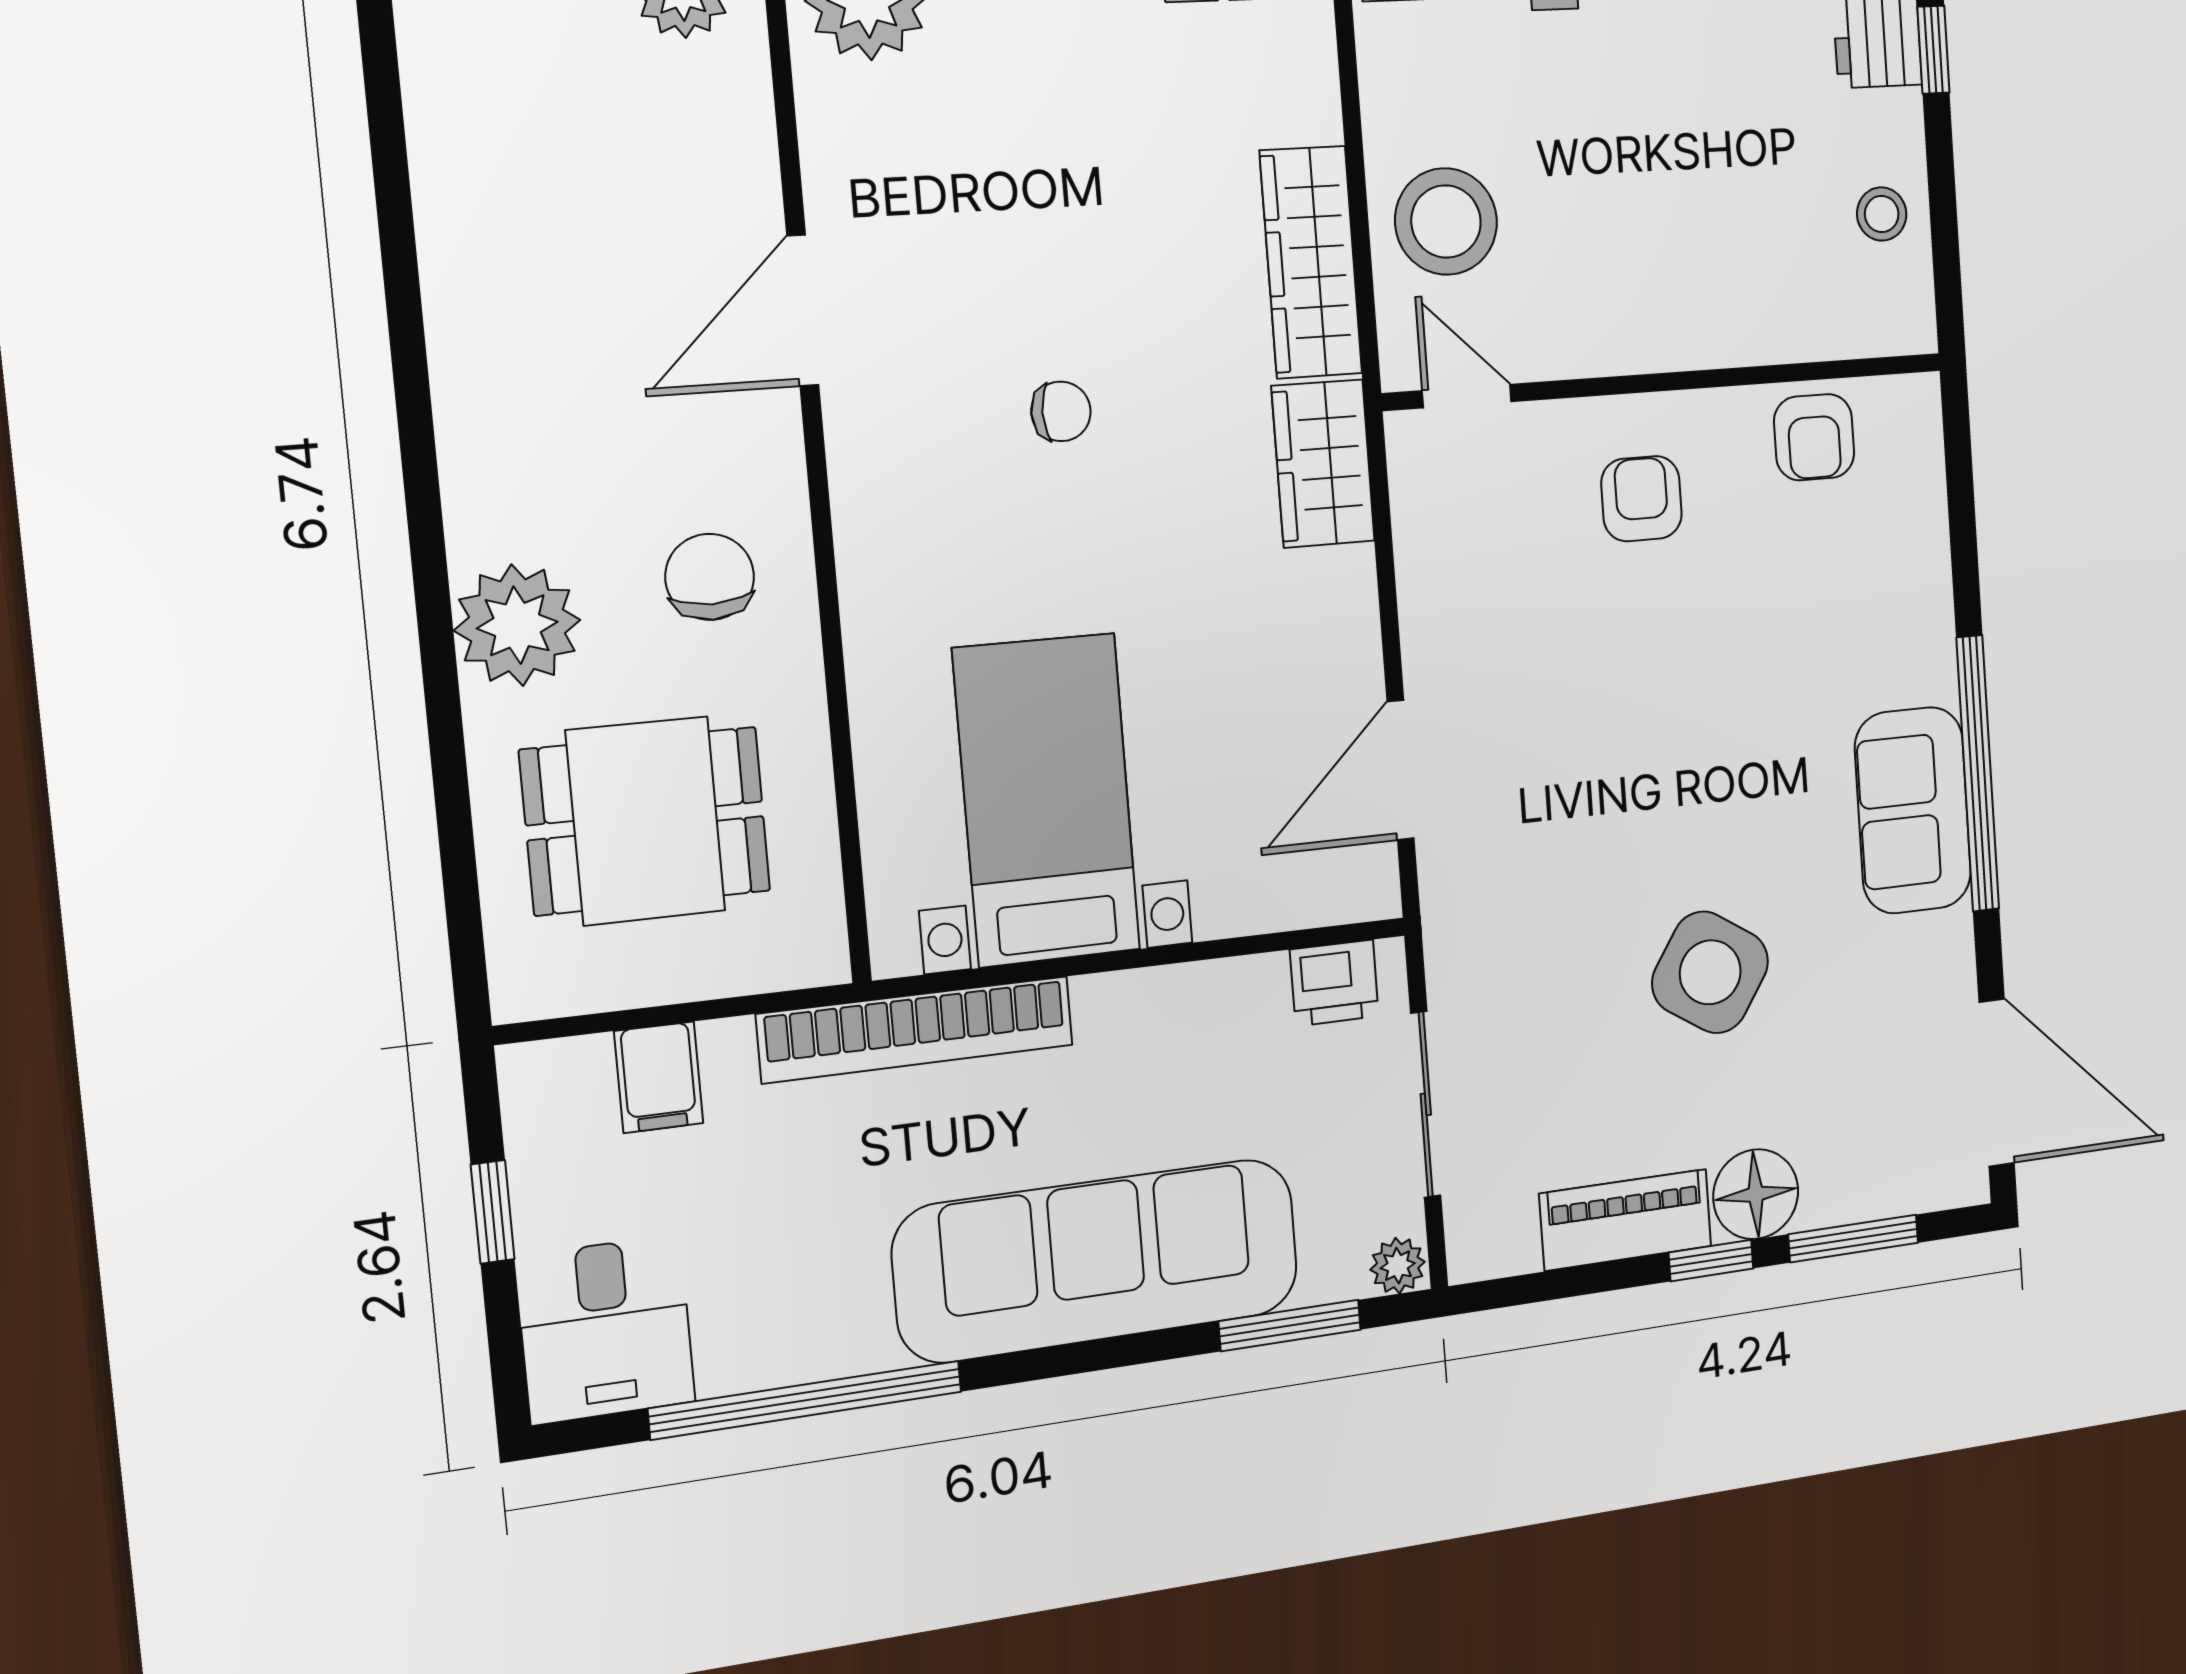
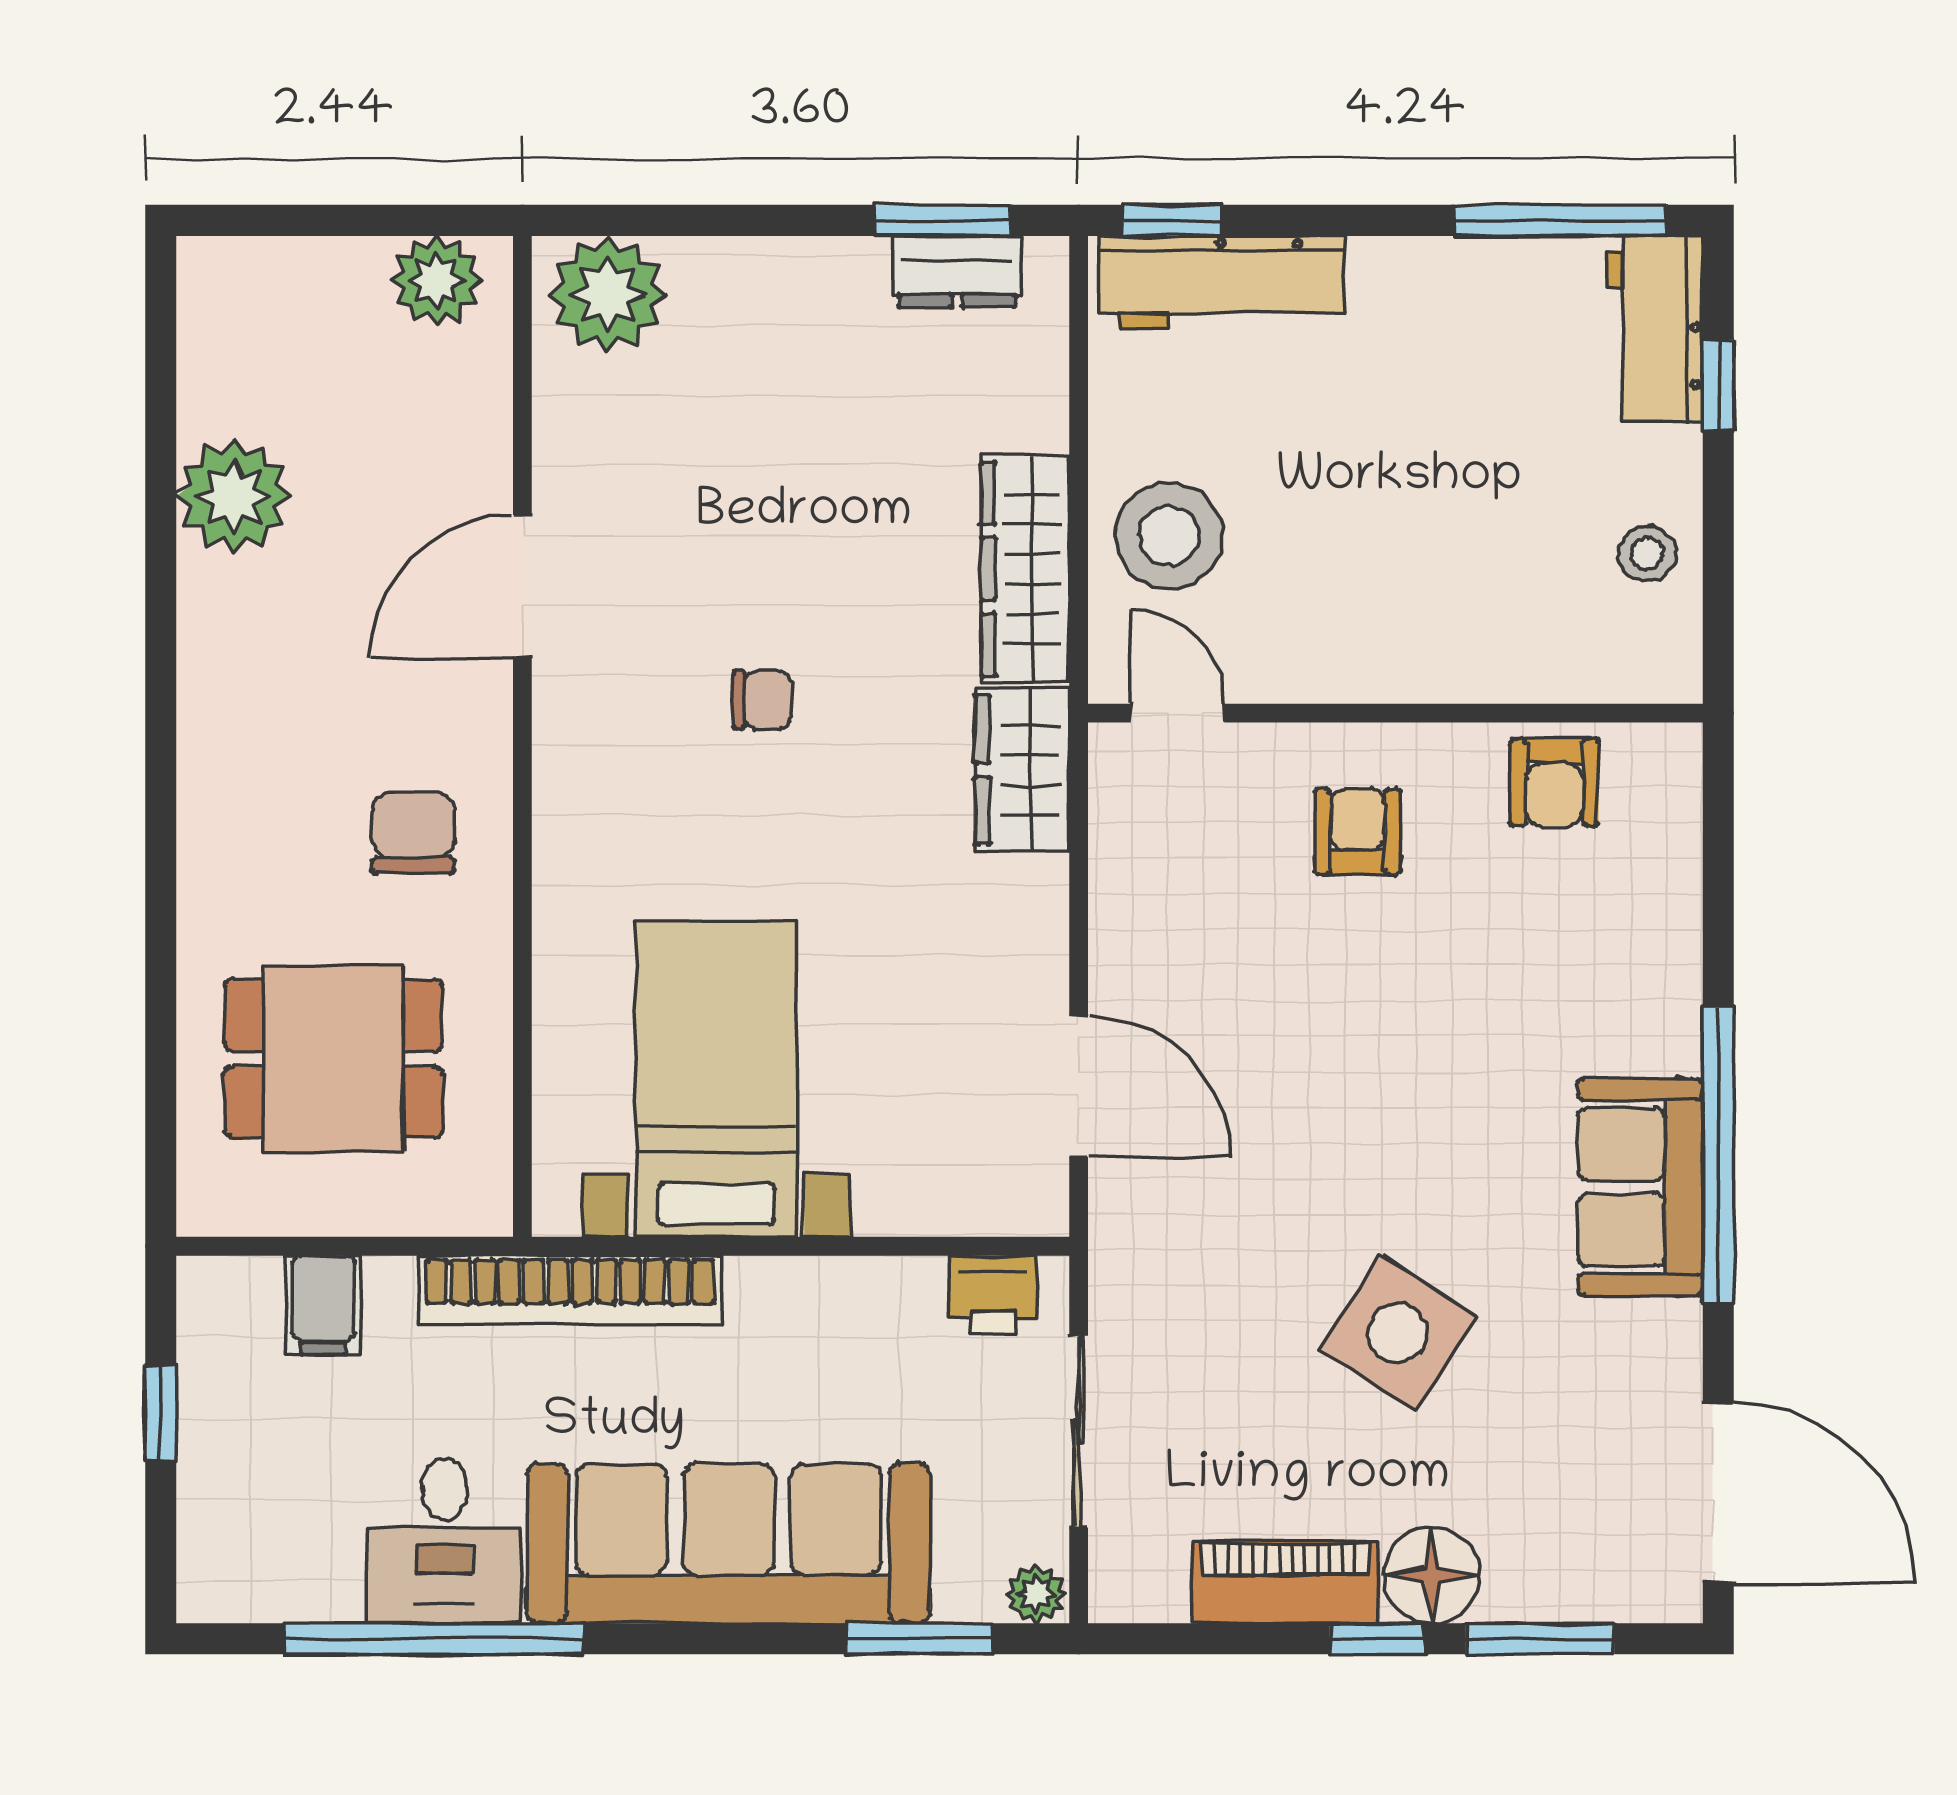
plant: (517, 625) -> (234, 496), moved
door: (1401, 770) -> (1079, 1086), swing flipped
desk: (606, 1329) -> (444, 1541), moved

